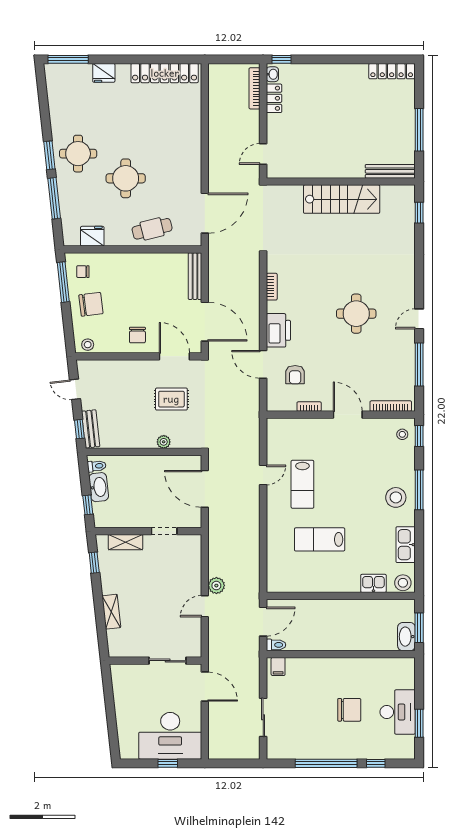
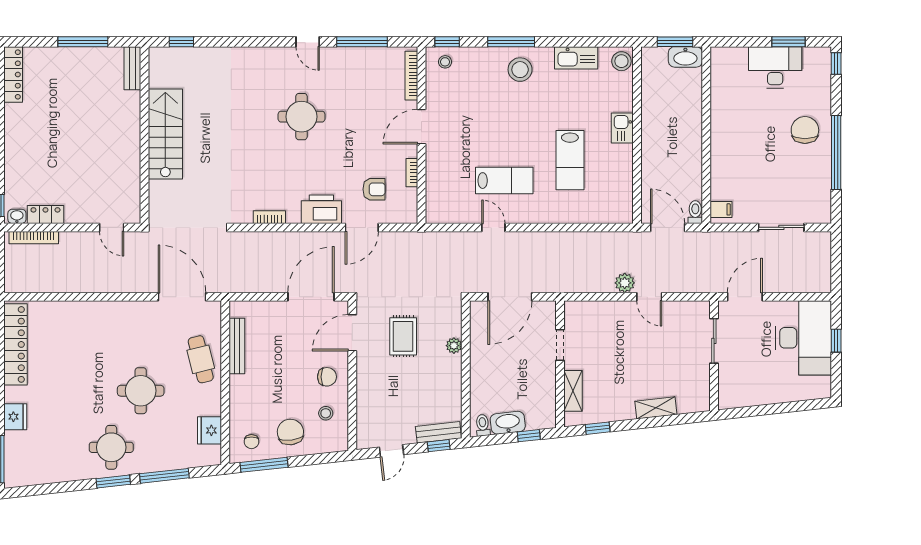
bench: (390, 171) -> (132, 68), width x0.73
bench: (195, 276) -> (237, 346), moved, turned 90
stool: (88, 345) -> (326, 413), moved
kitchen sink: (373, 583) -> (622, 128), moved
chair: (349, 710) -> (805, 130), moved
window: (376, 763) -> (836, 63), moved

